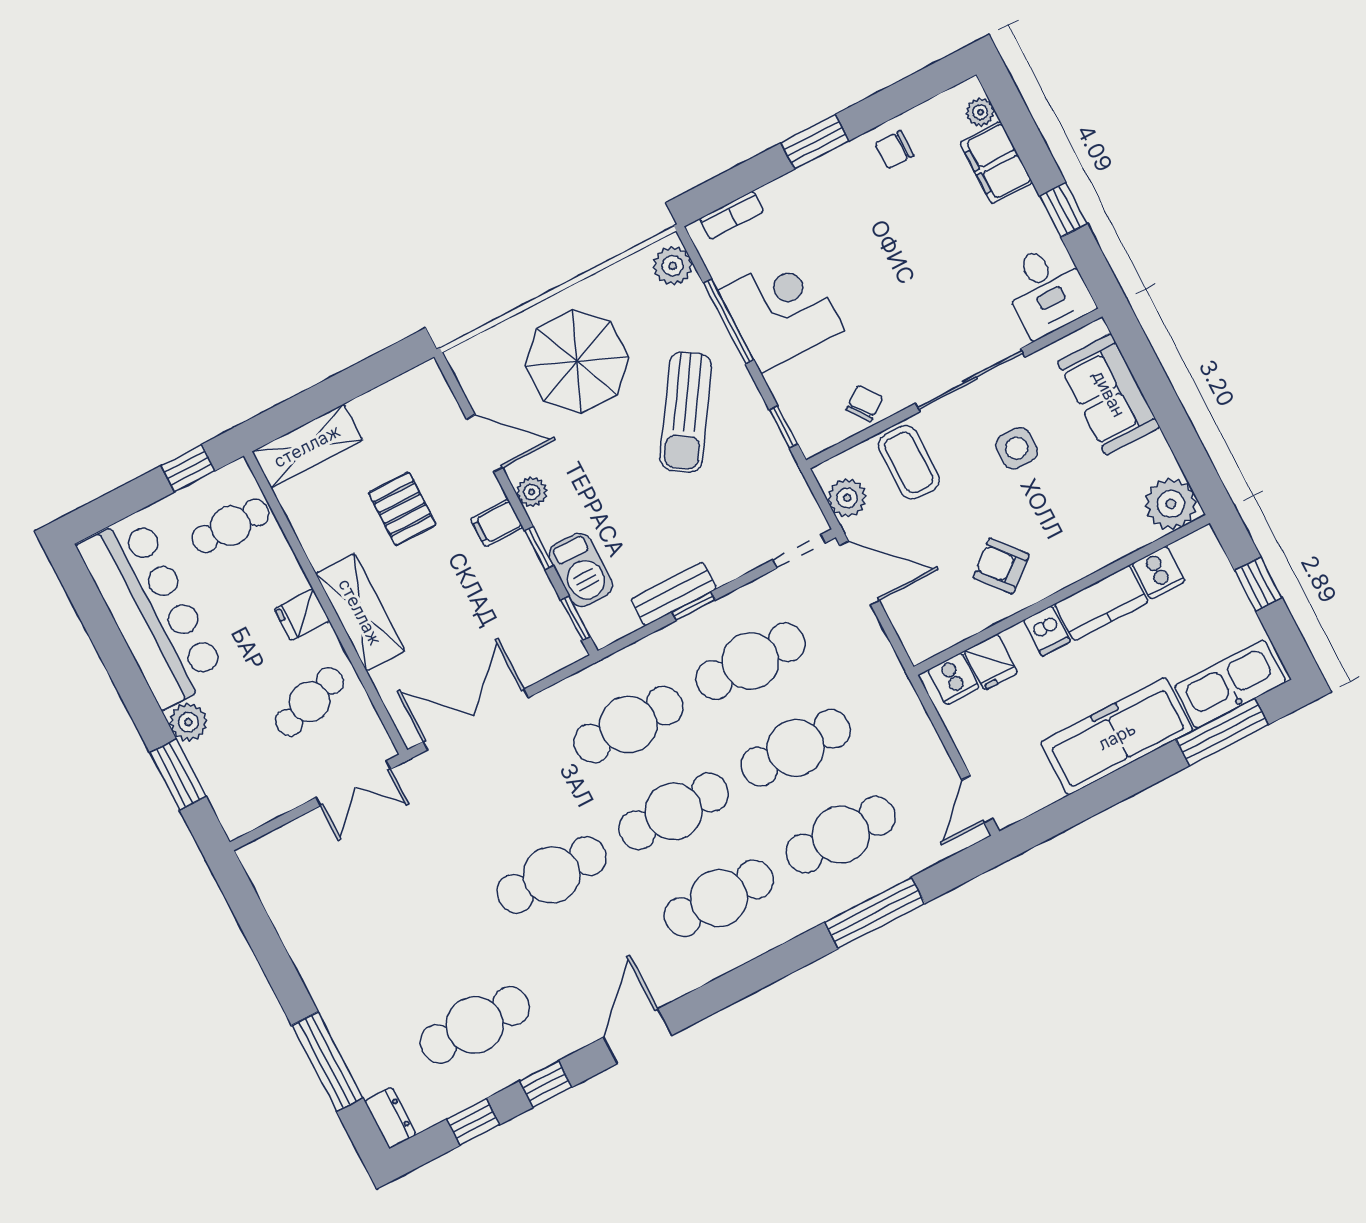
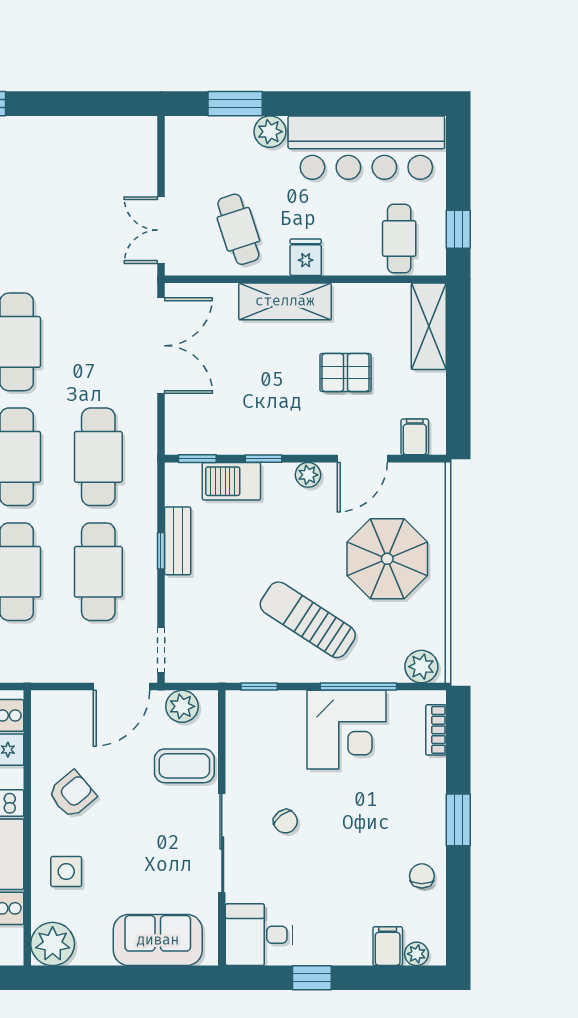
filing cabinet: (996, 163) -> (388, 946), width x0.50
chair: (864, 404) -> (285, 821), moved
side table: (1017, 448) -> (66, 872), moved
filing cabinet: (497, 523) -> (415, 437), moved

